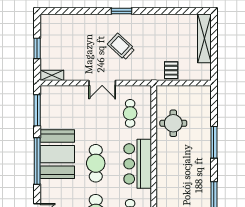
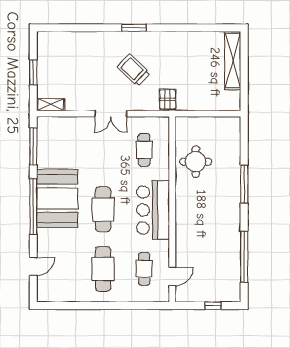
pallet: (171, 70) -> (167, 99), moved

